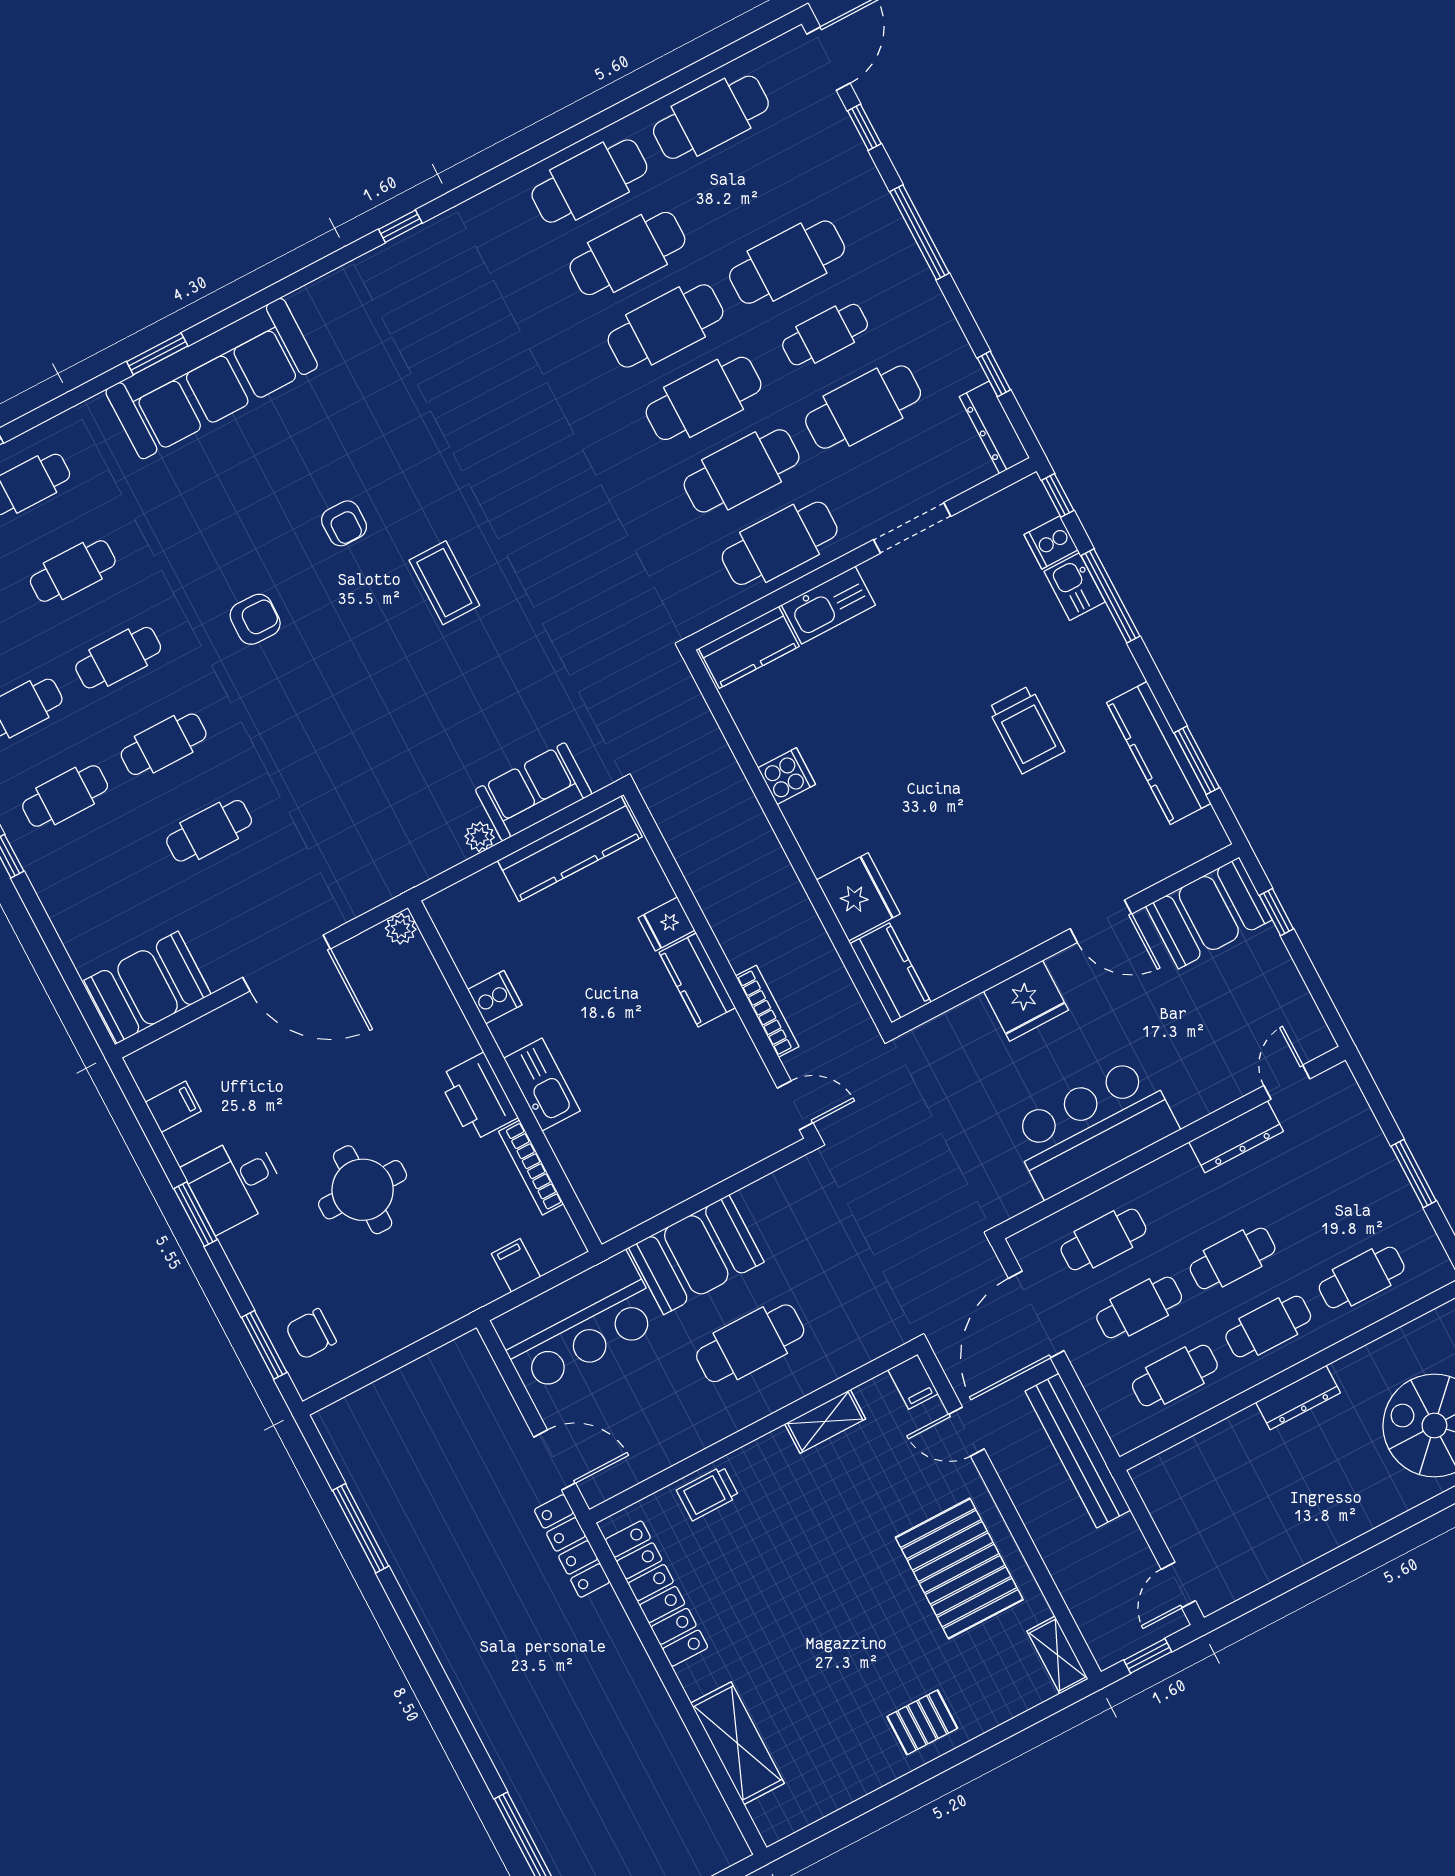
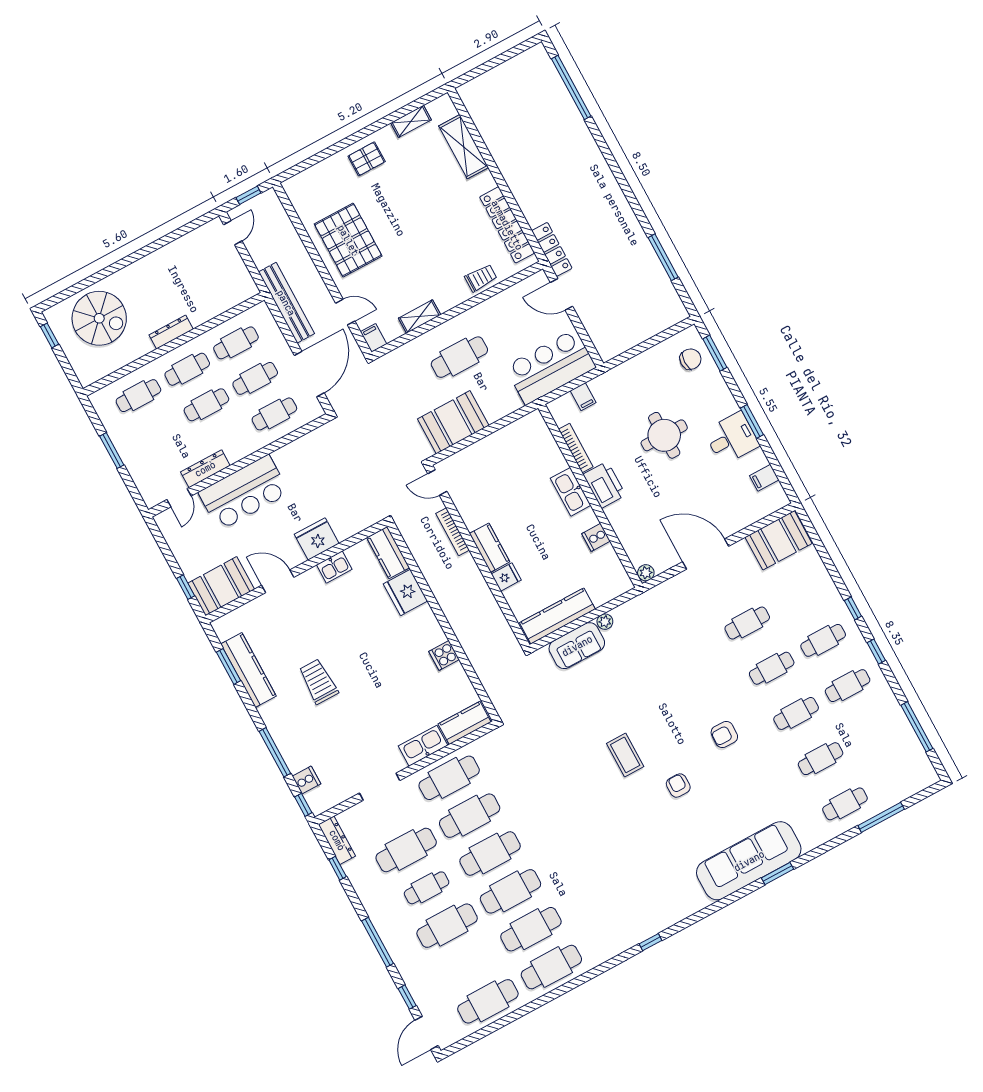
kitchen sink: (1075, 587) -> (334, 567), moved, turned 90
bar counter: (1093, 1127) -> (244, 493), moved
booth: (696, 1255) -> (453, 422), moved
shelving: (1057, 1655) -> (411, 121), moved, turned 90

